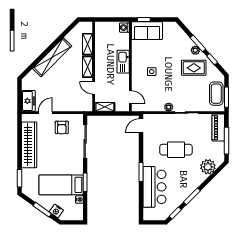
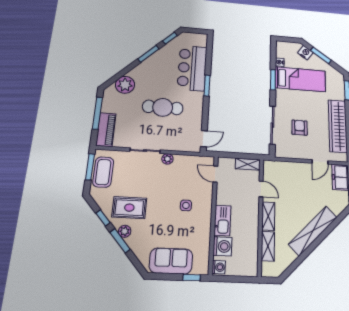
sofa: (147, 31) -> (171, 261), moved
washing machine: (122, 43) -> (222, 246), added
armchair: (62, 127) -> (300, 128), moved

